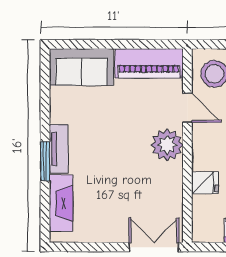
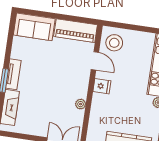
plant: (167, 145) -> (81, 104), moved, width x0.53, depth x0.53
fridge: (205, 183) -> (102, 86), moved

